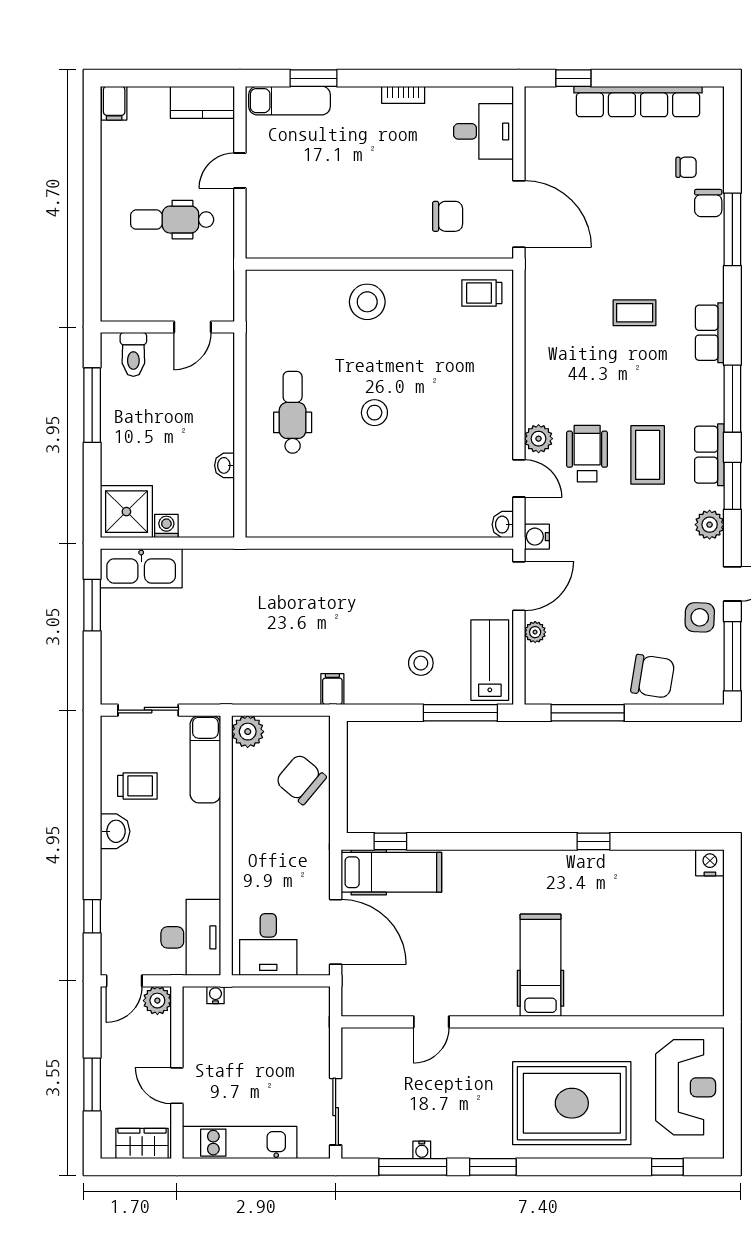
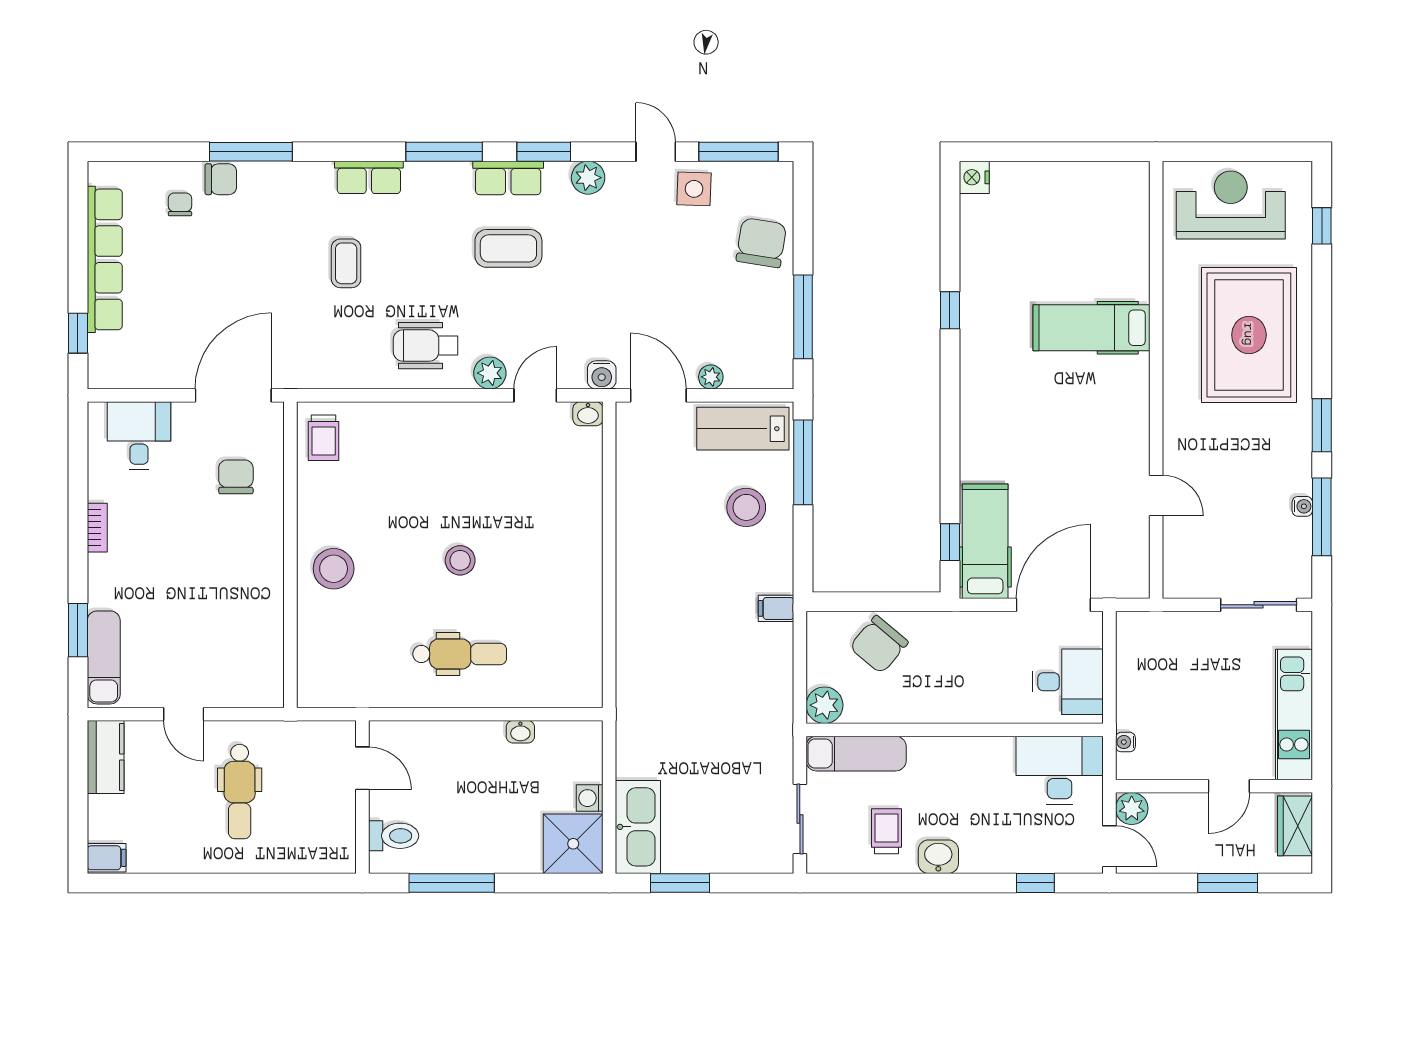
dental chair: (293, 412) -> (460, 654), turned 180
wheelchair: (587, 454) -> (426, 346), moved
stool: (421, 663) -> (746, 507), width x1.38, depth x1.38
hospital bed: (541, 965) -> (1091, 328), moved

